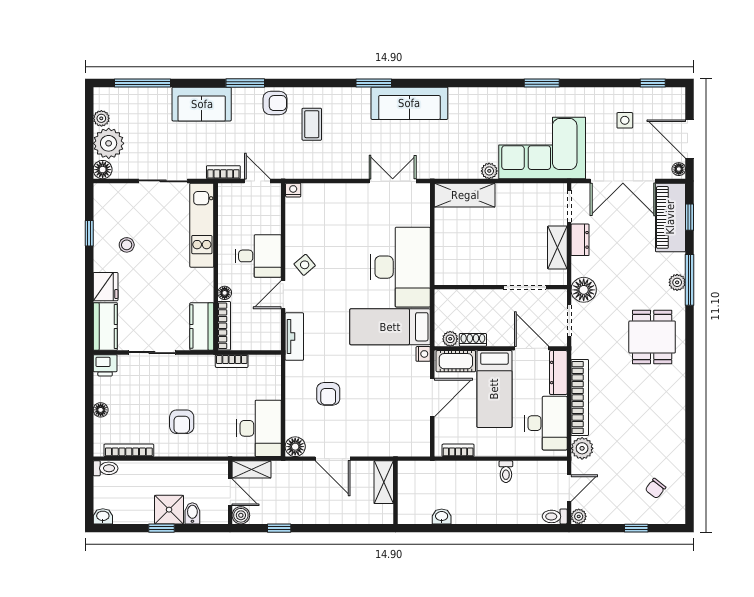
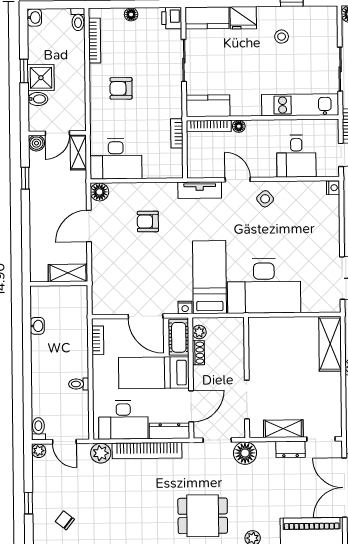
desk: (258, 256) -> (296, 156), moved

